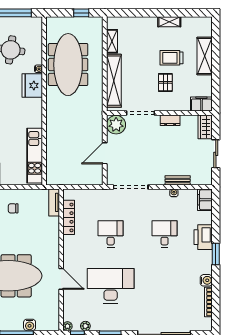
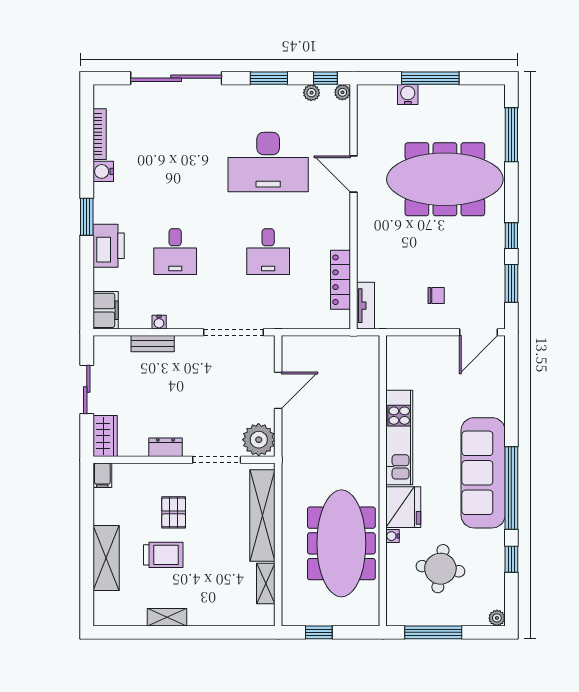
filing cabinet: (201, 104) -> (102, 475), width x0.50
kitchen unit: (35, 156) -> (399, 437), moved

